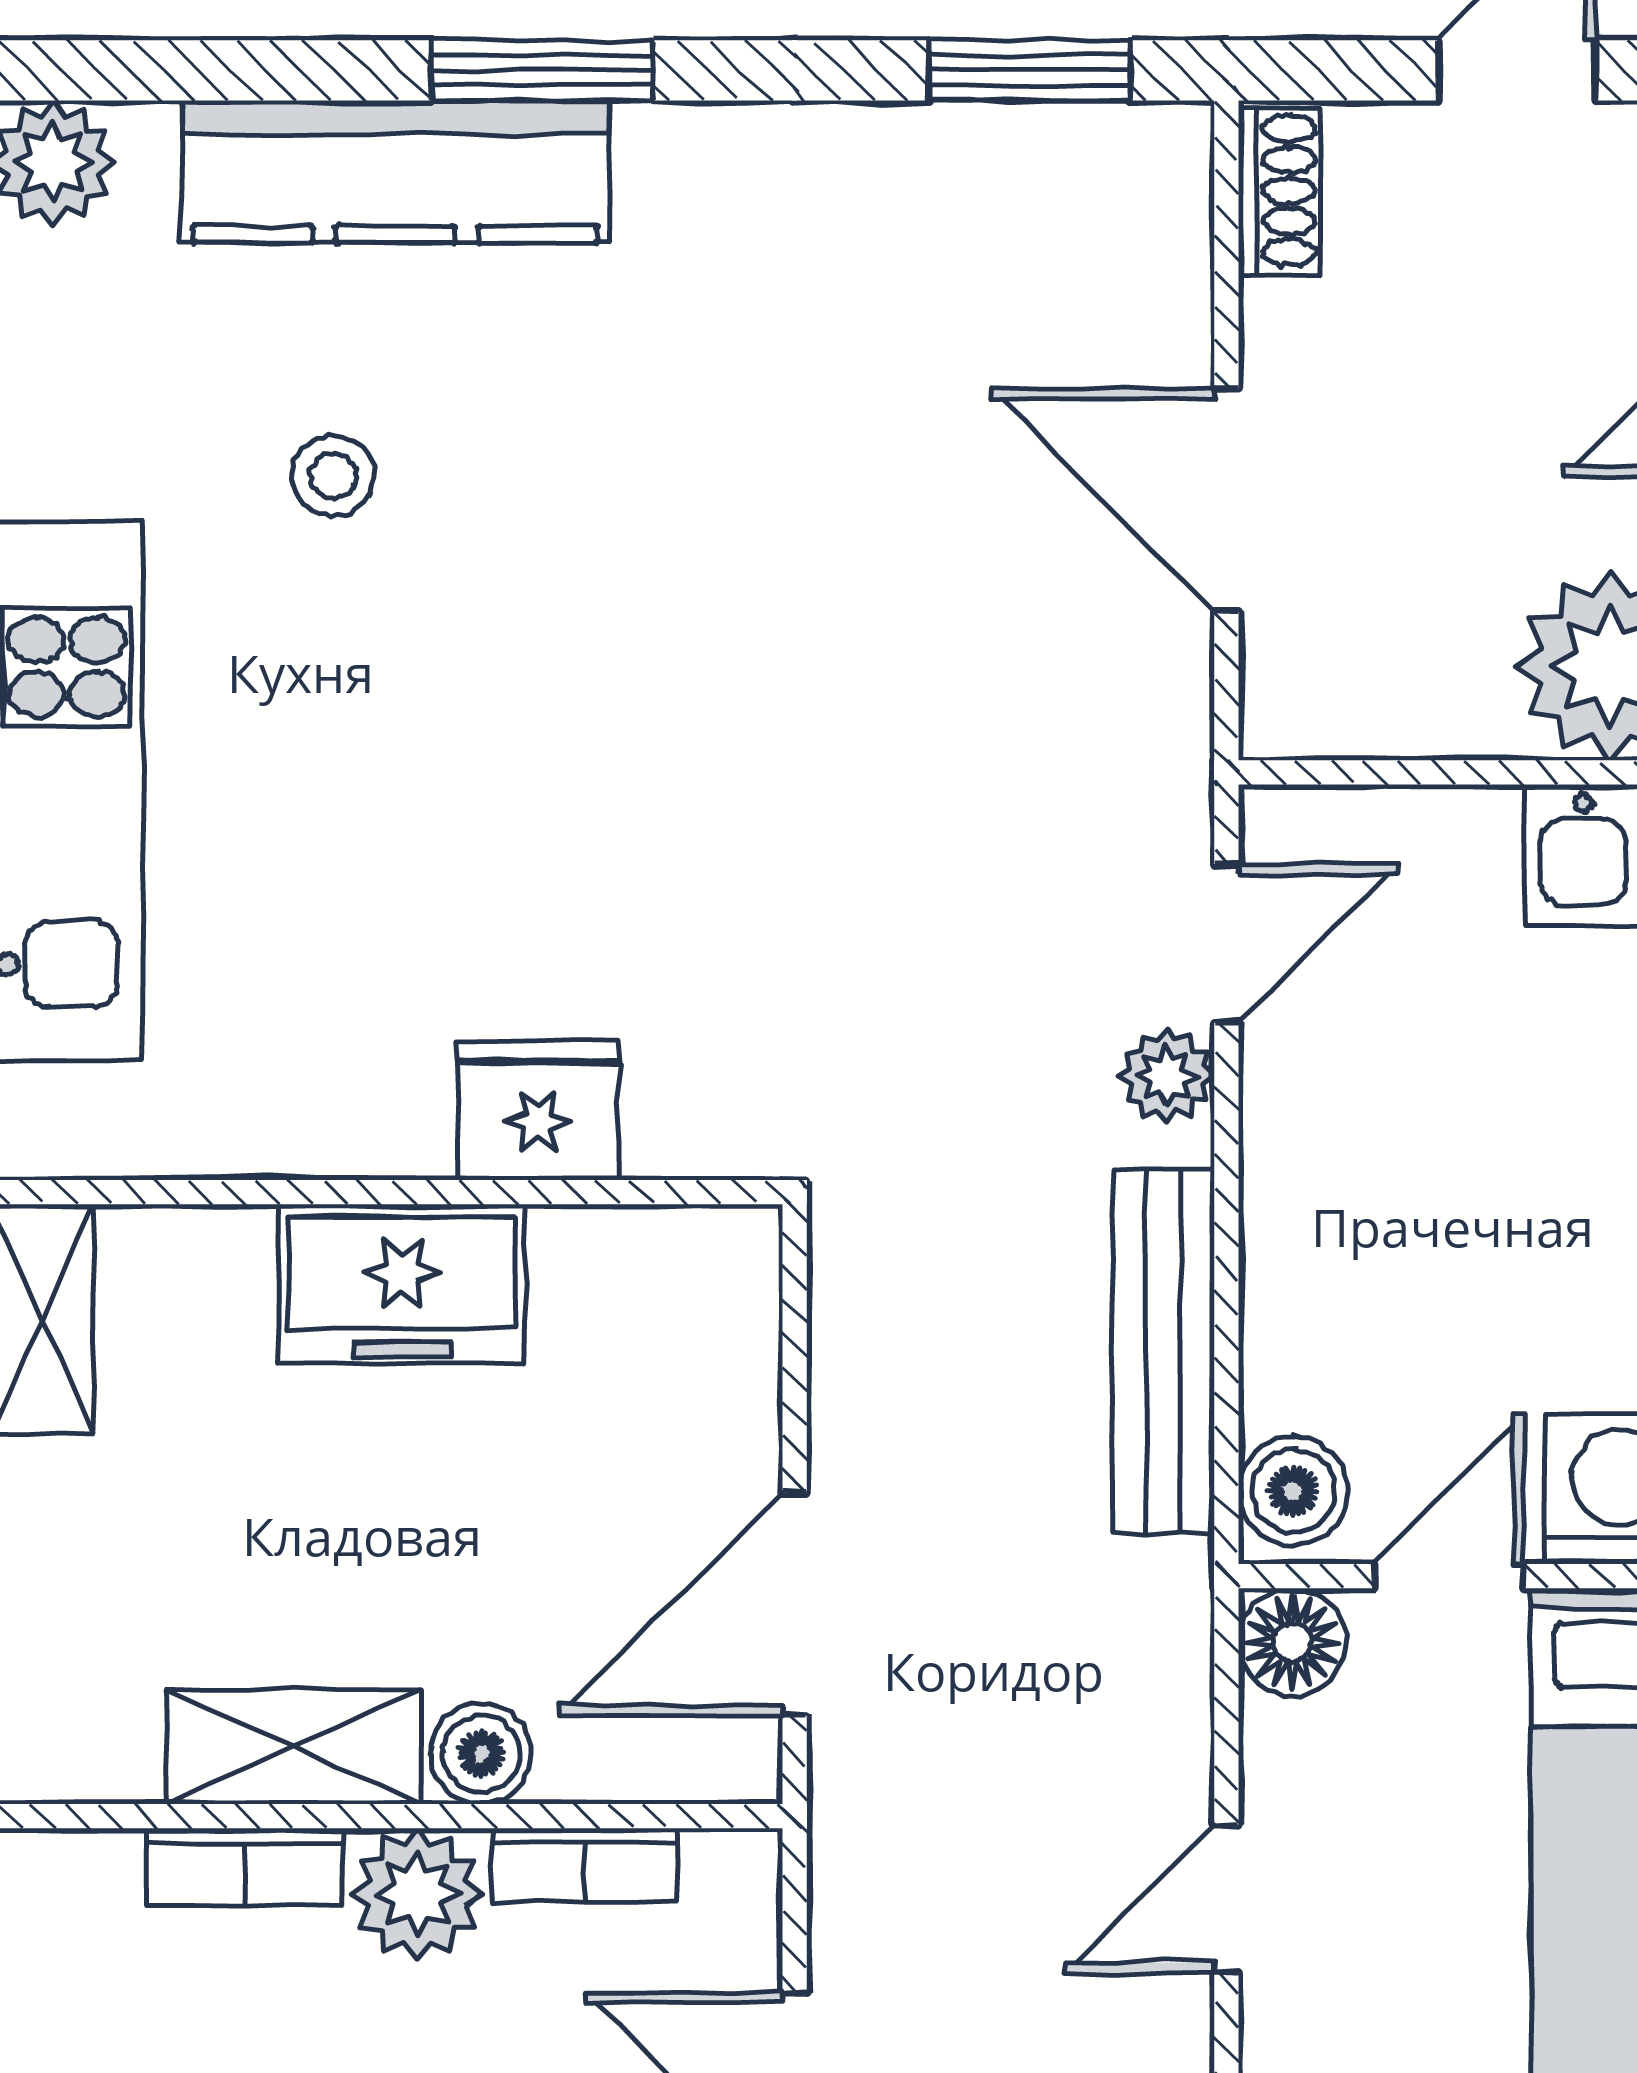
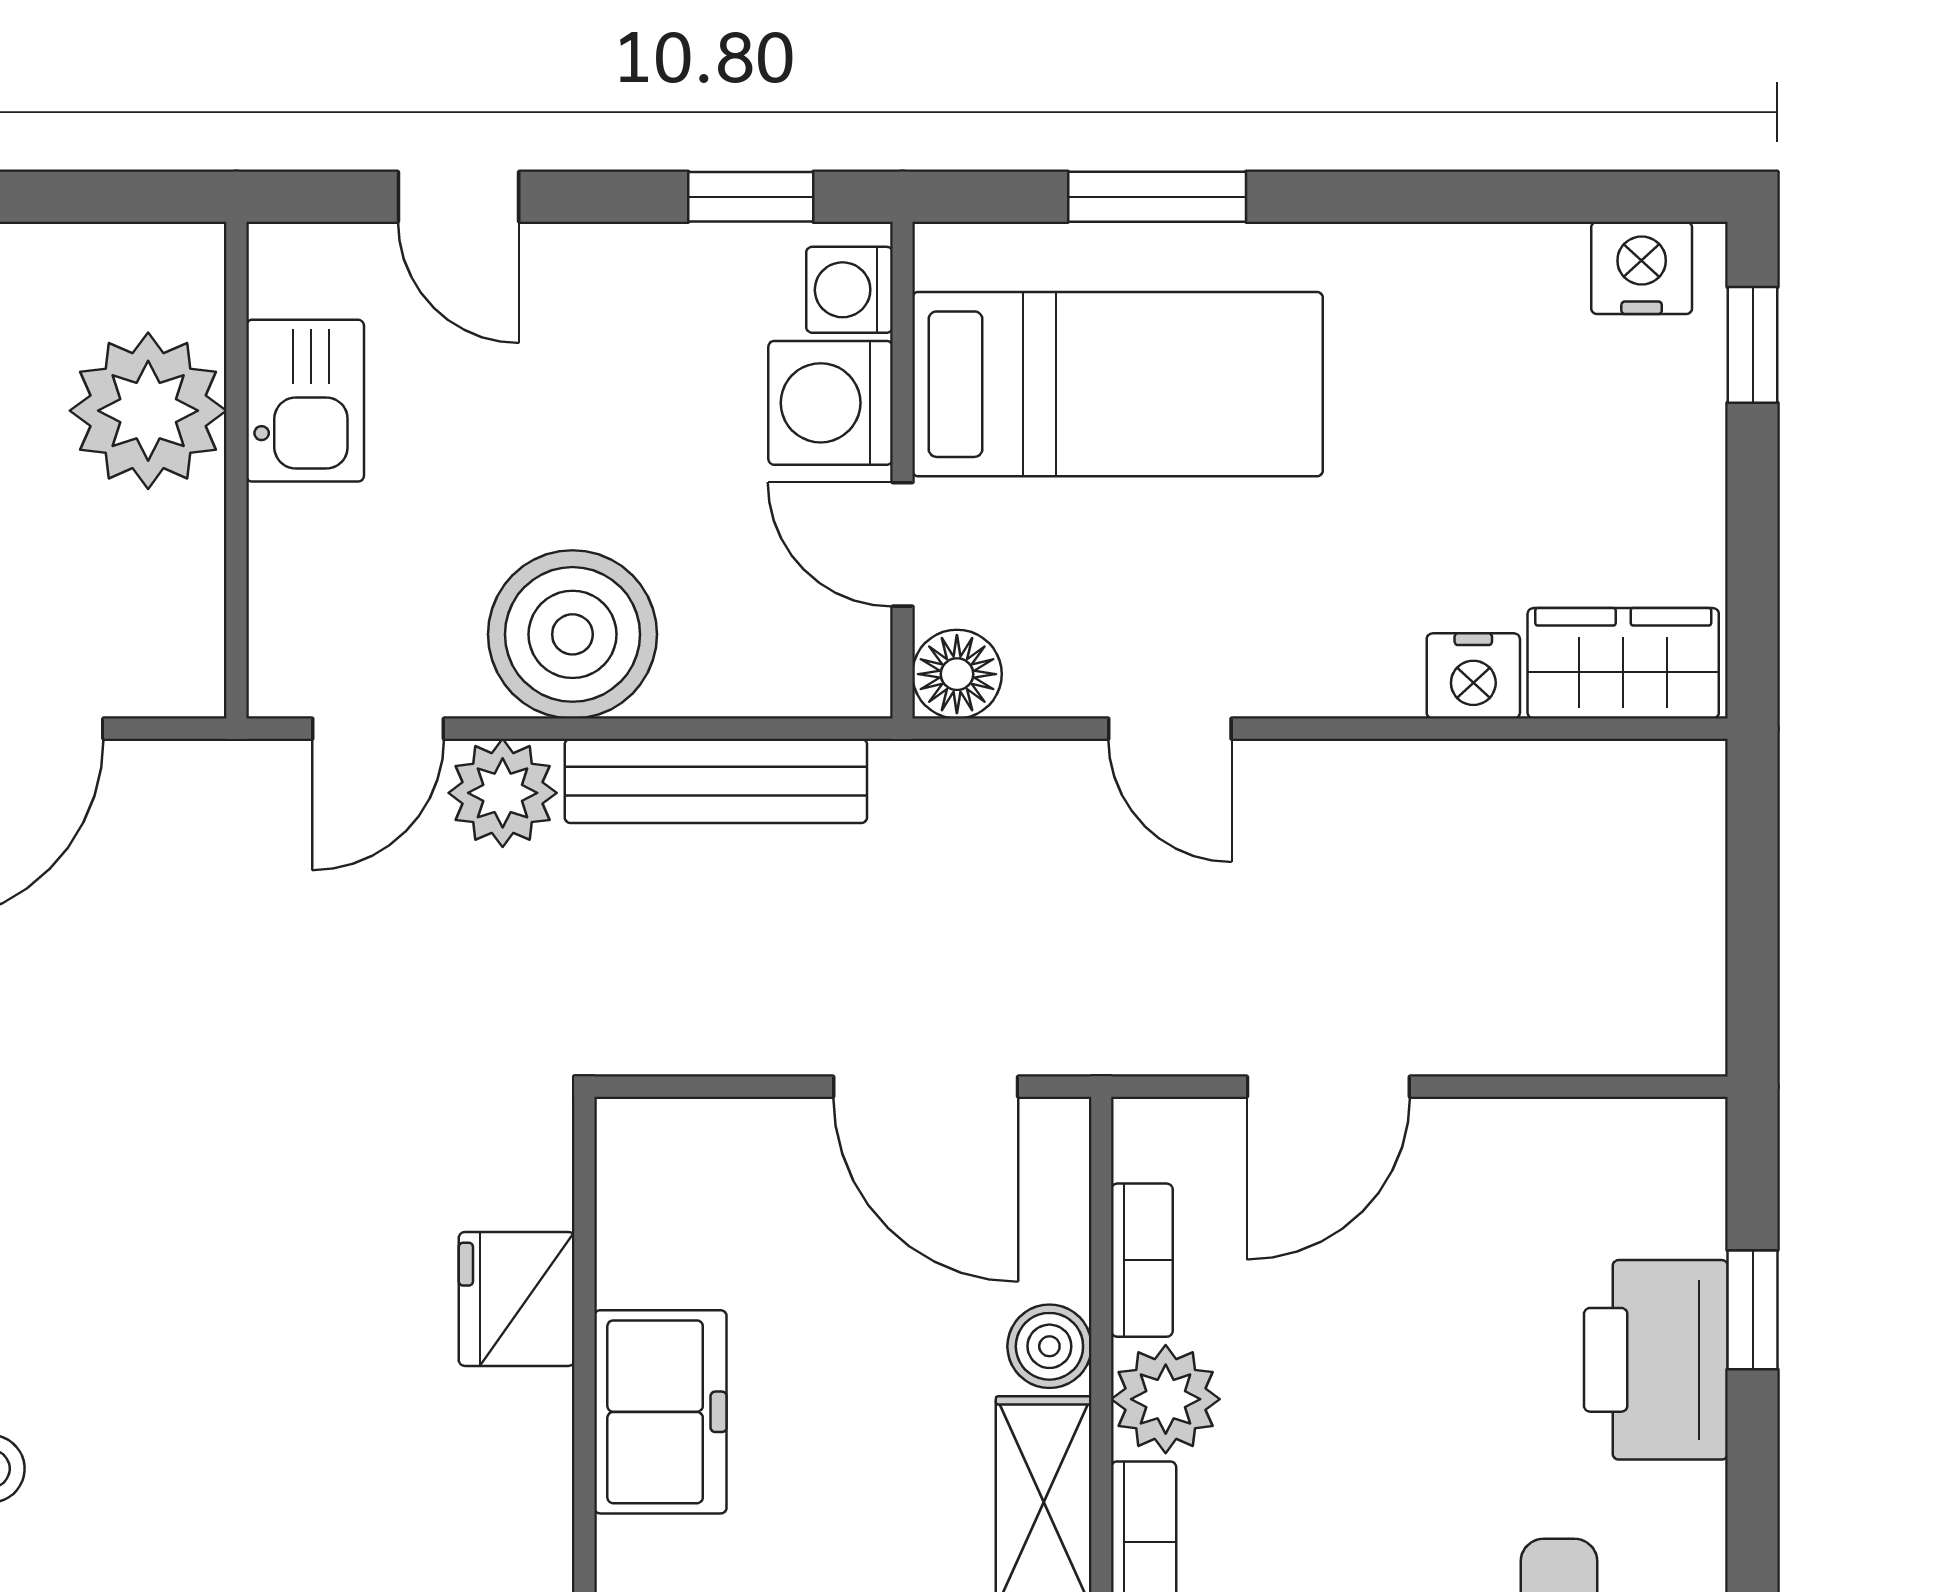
door: (1226, 943) -> (378, 729), swing flipped
plant: (1167, 1076) -> (503, 793), width x1.38, depth x1.38
boiler: (1293, 1491) -> (572, 634), moved, width x1.86, depth x1.86

